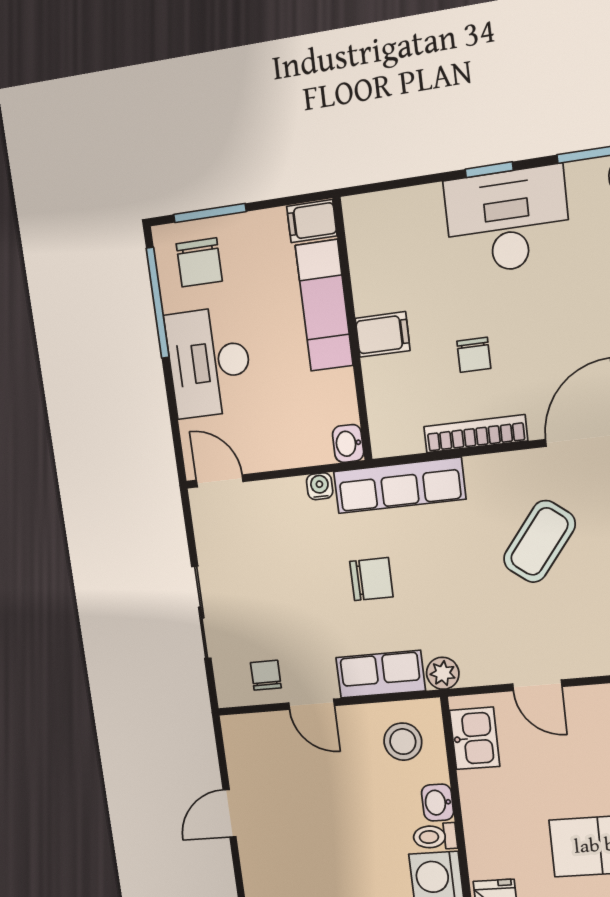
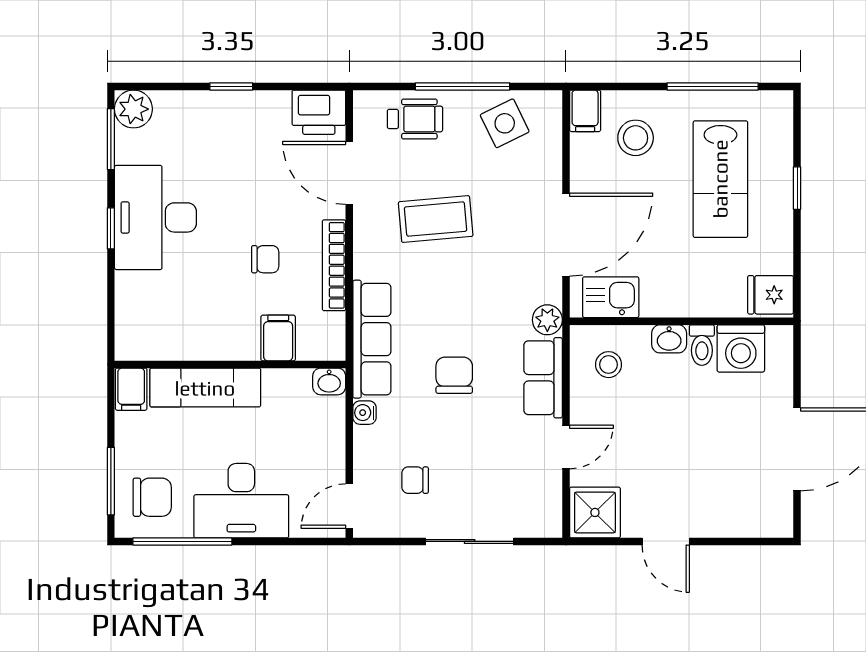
filing cabinet: (383, 334) -> (278, 338), moved
coffee table: (539, 541) -> (436, 219), turned -43
chair: (266, 675) -> (415, 480), moved
door: (537, 685) -> (566, 235), width x1.87
shower: (249, 740) -> (595, 512), added
stool: (403, 742) -> (609, 365), width x0.73, depth x0.73

